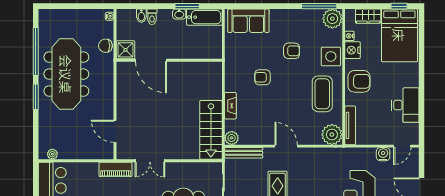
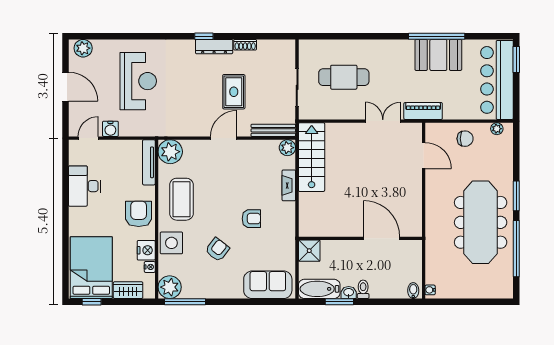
bidet: (141, 16) -> (413, 291), moved
toilet: (152, 17) -> (363, 289), moved
chair: (105, 46) -> (465, 139), moved
shower: (125, 50) -> (309, 251), moved
armchair: (292, 51) -> (217, 249), turned 128
armchair: (359, 81) -> (139, 214), turned 90
door: (286, 146) -> (224, 138), swing flipped

